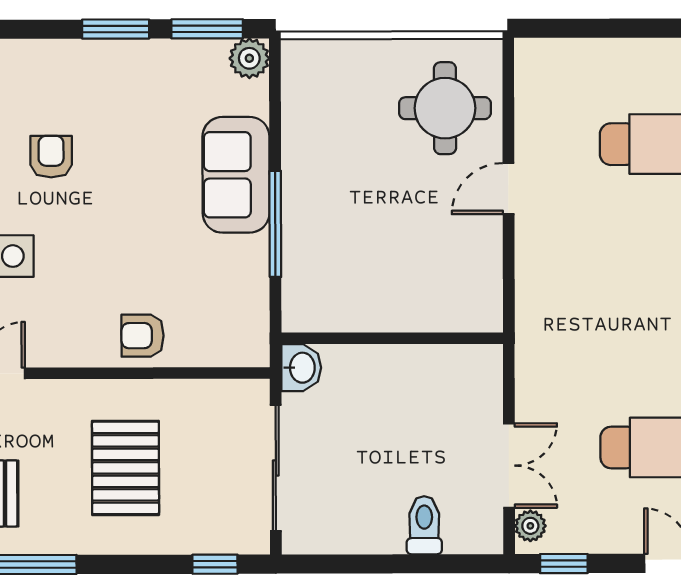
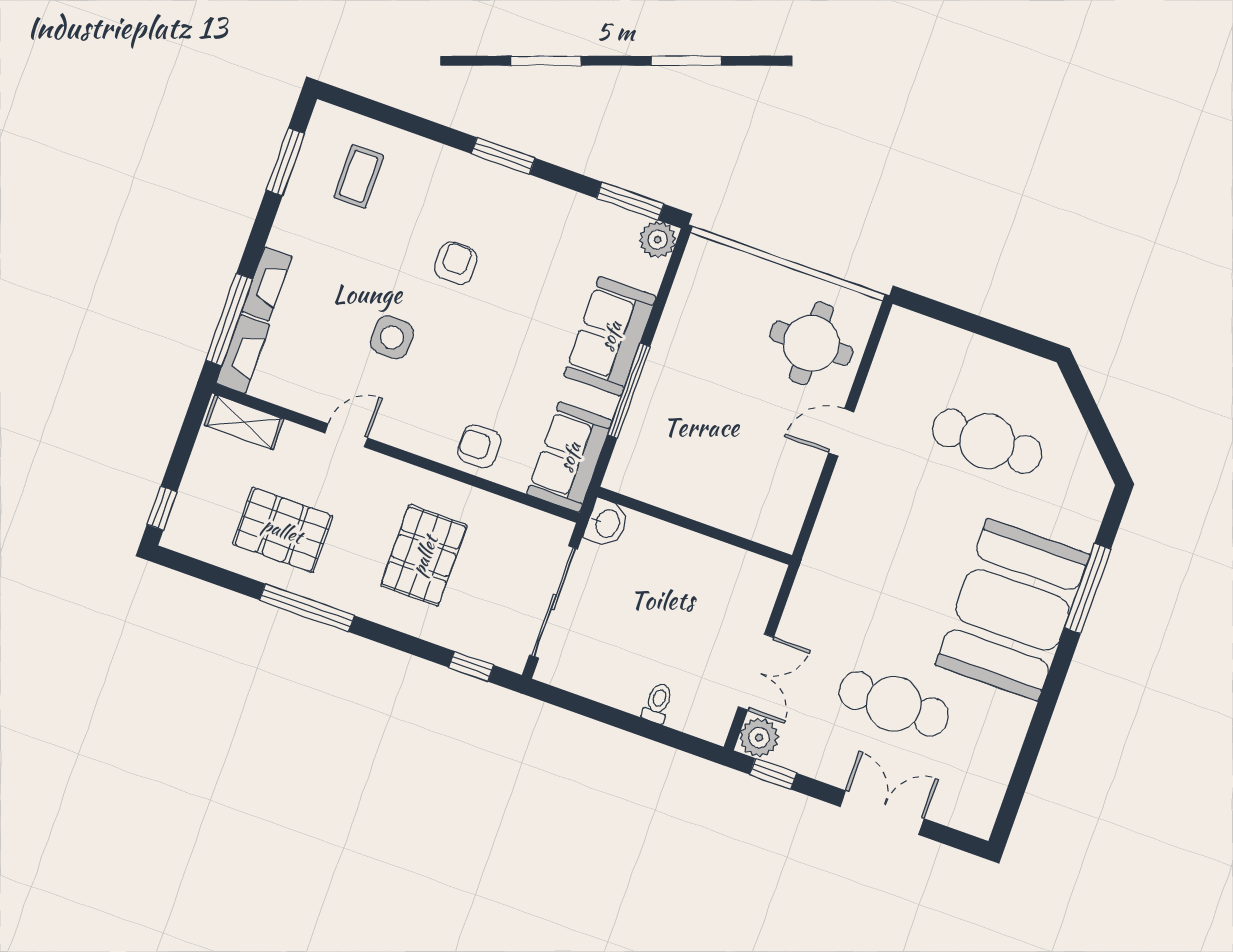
window: (116, 29) -> (503, 156), moved
sofa: (239, 314) -> (569, 457), added
toilet: (424, 525) -> (658, 703), width x0.73, depth x0.72
plant: (530, 526) -> (759, 738), width x1.38, depth x1.38

